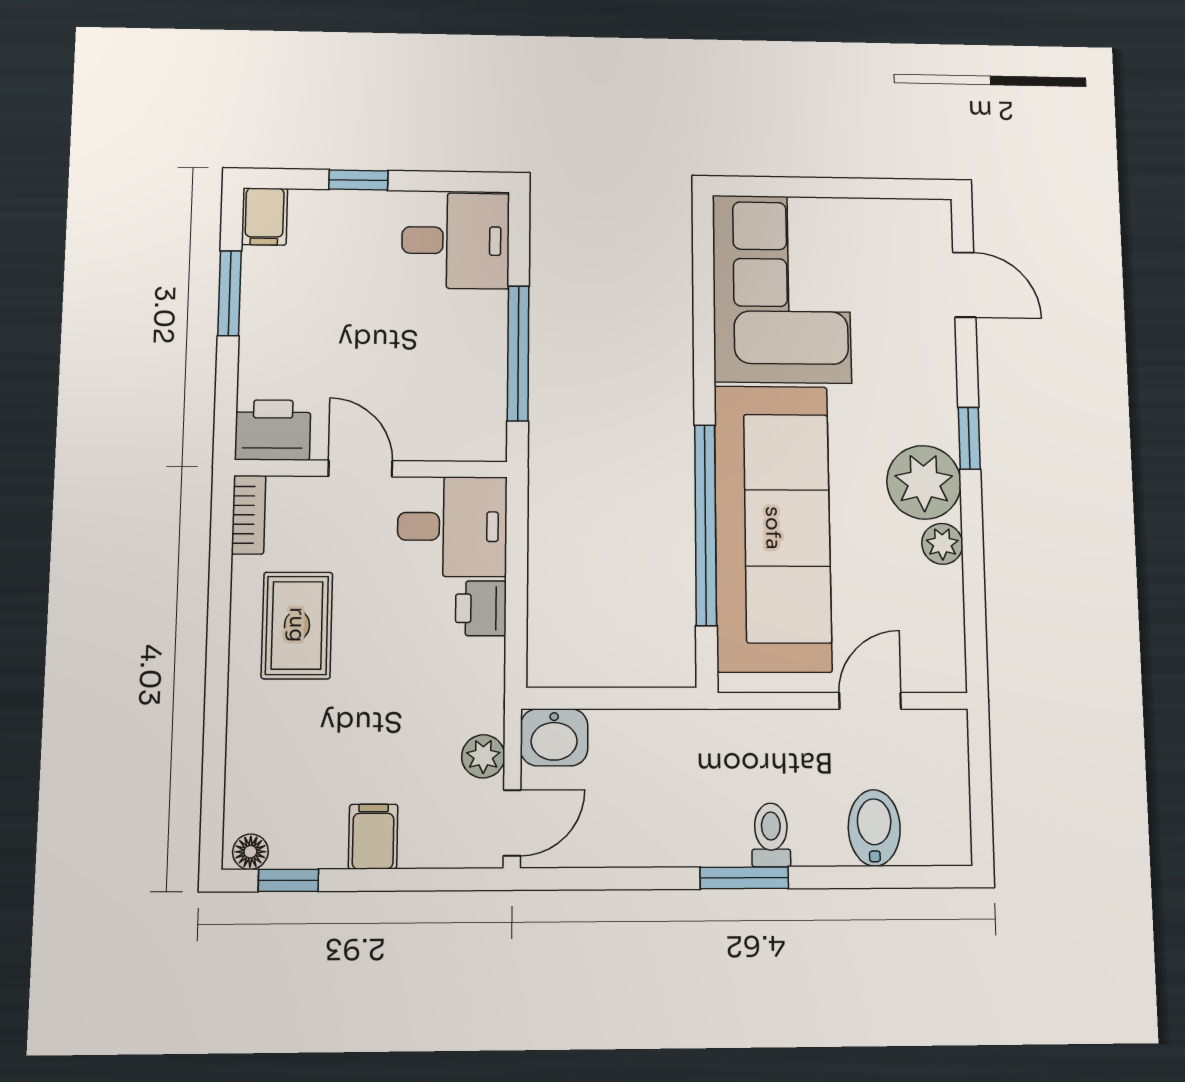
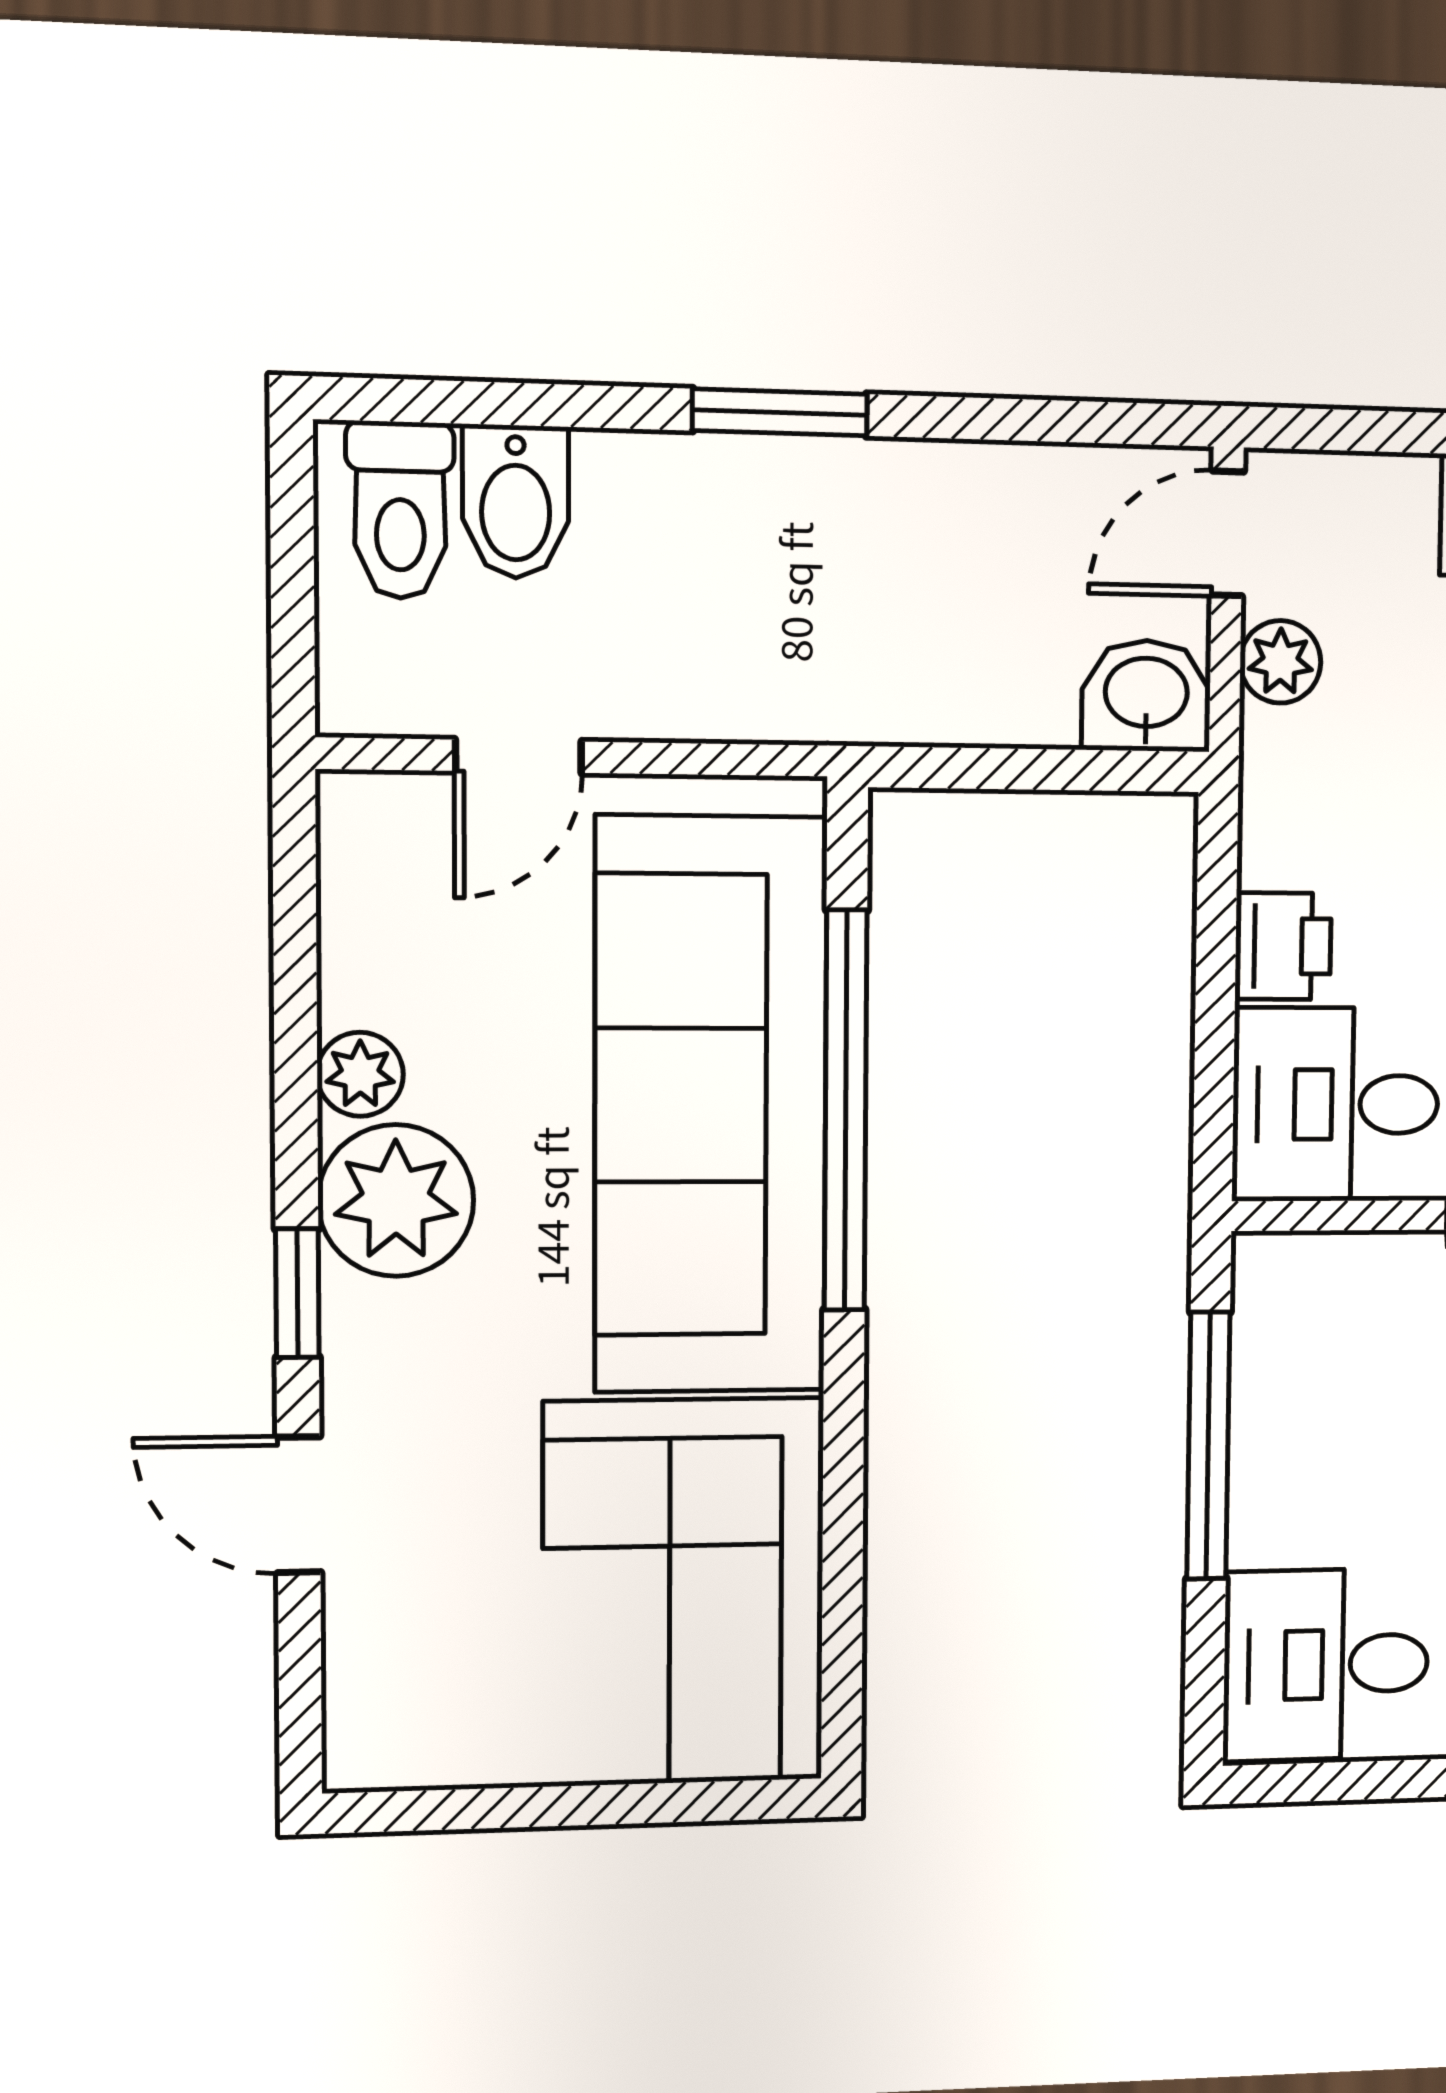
door: (964, 285) -> (299, 1505), moved
toilet: (771, 835) -> (400, 510), moved, width x1.37, depth x1.39

